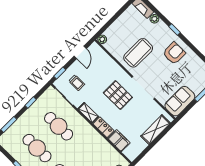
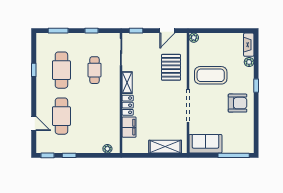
trolley: (77, 83) -> (141, 51), removed
pallet: (118, 95) -> (171, 67), moved
cafe table: (59, 126) -> (95, 70), width x0.73, depth x0.74

